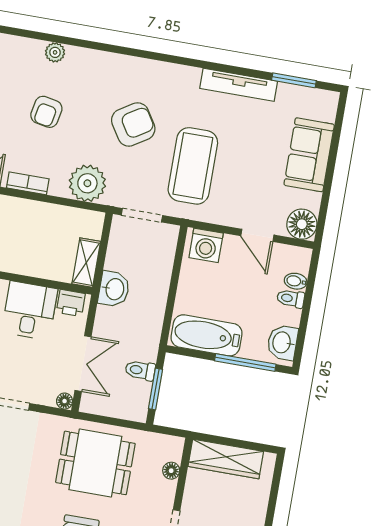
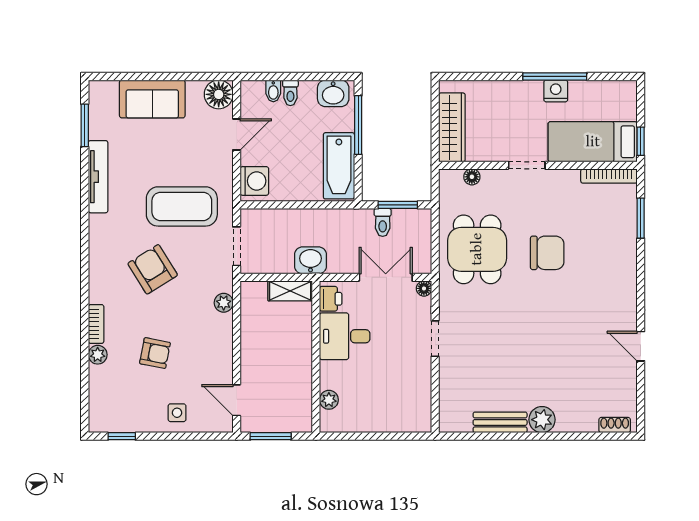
bookcase: (28, 183) -> (96, 324), moved, turned 180
plant: (87, 183) -> (224, 303), width x0.53, depth x0.53

